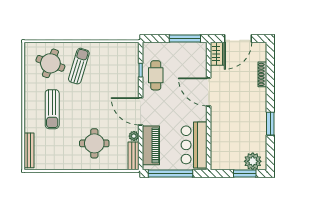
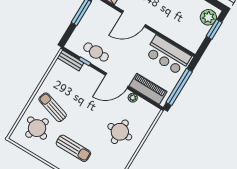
bench: (133, 156) -> (71, 60), moved

